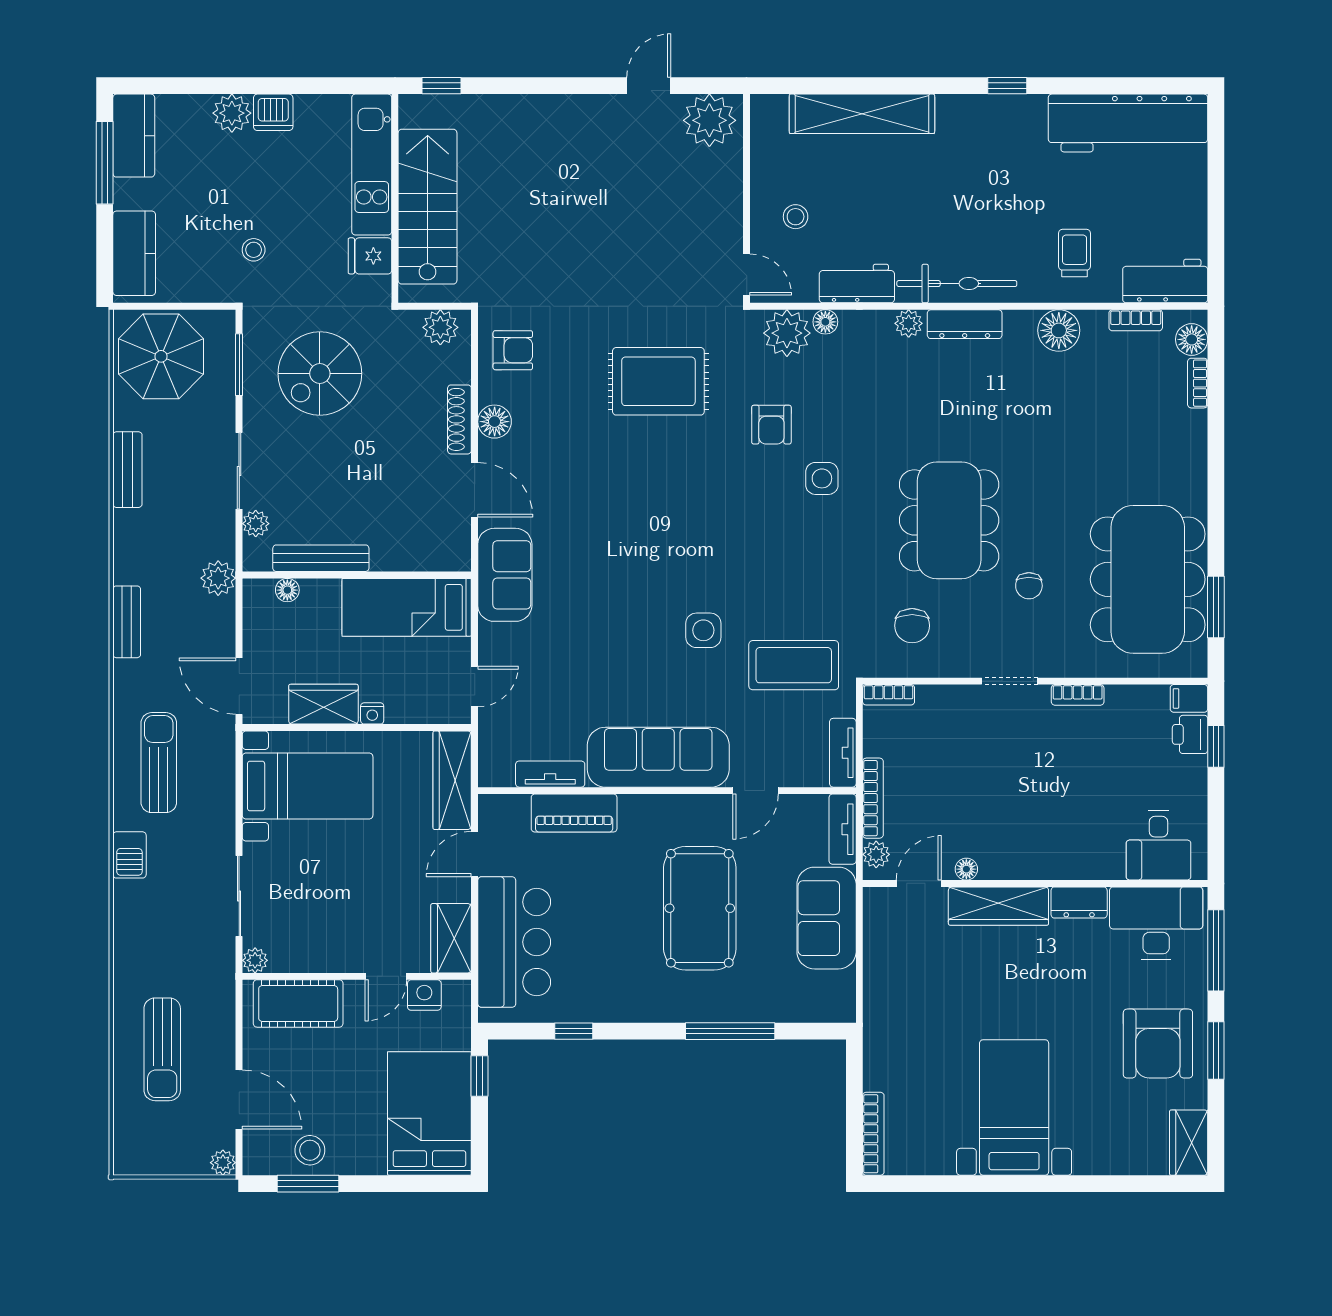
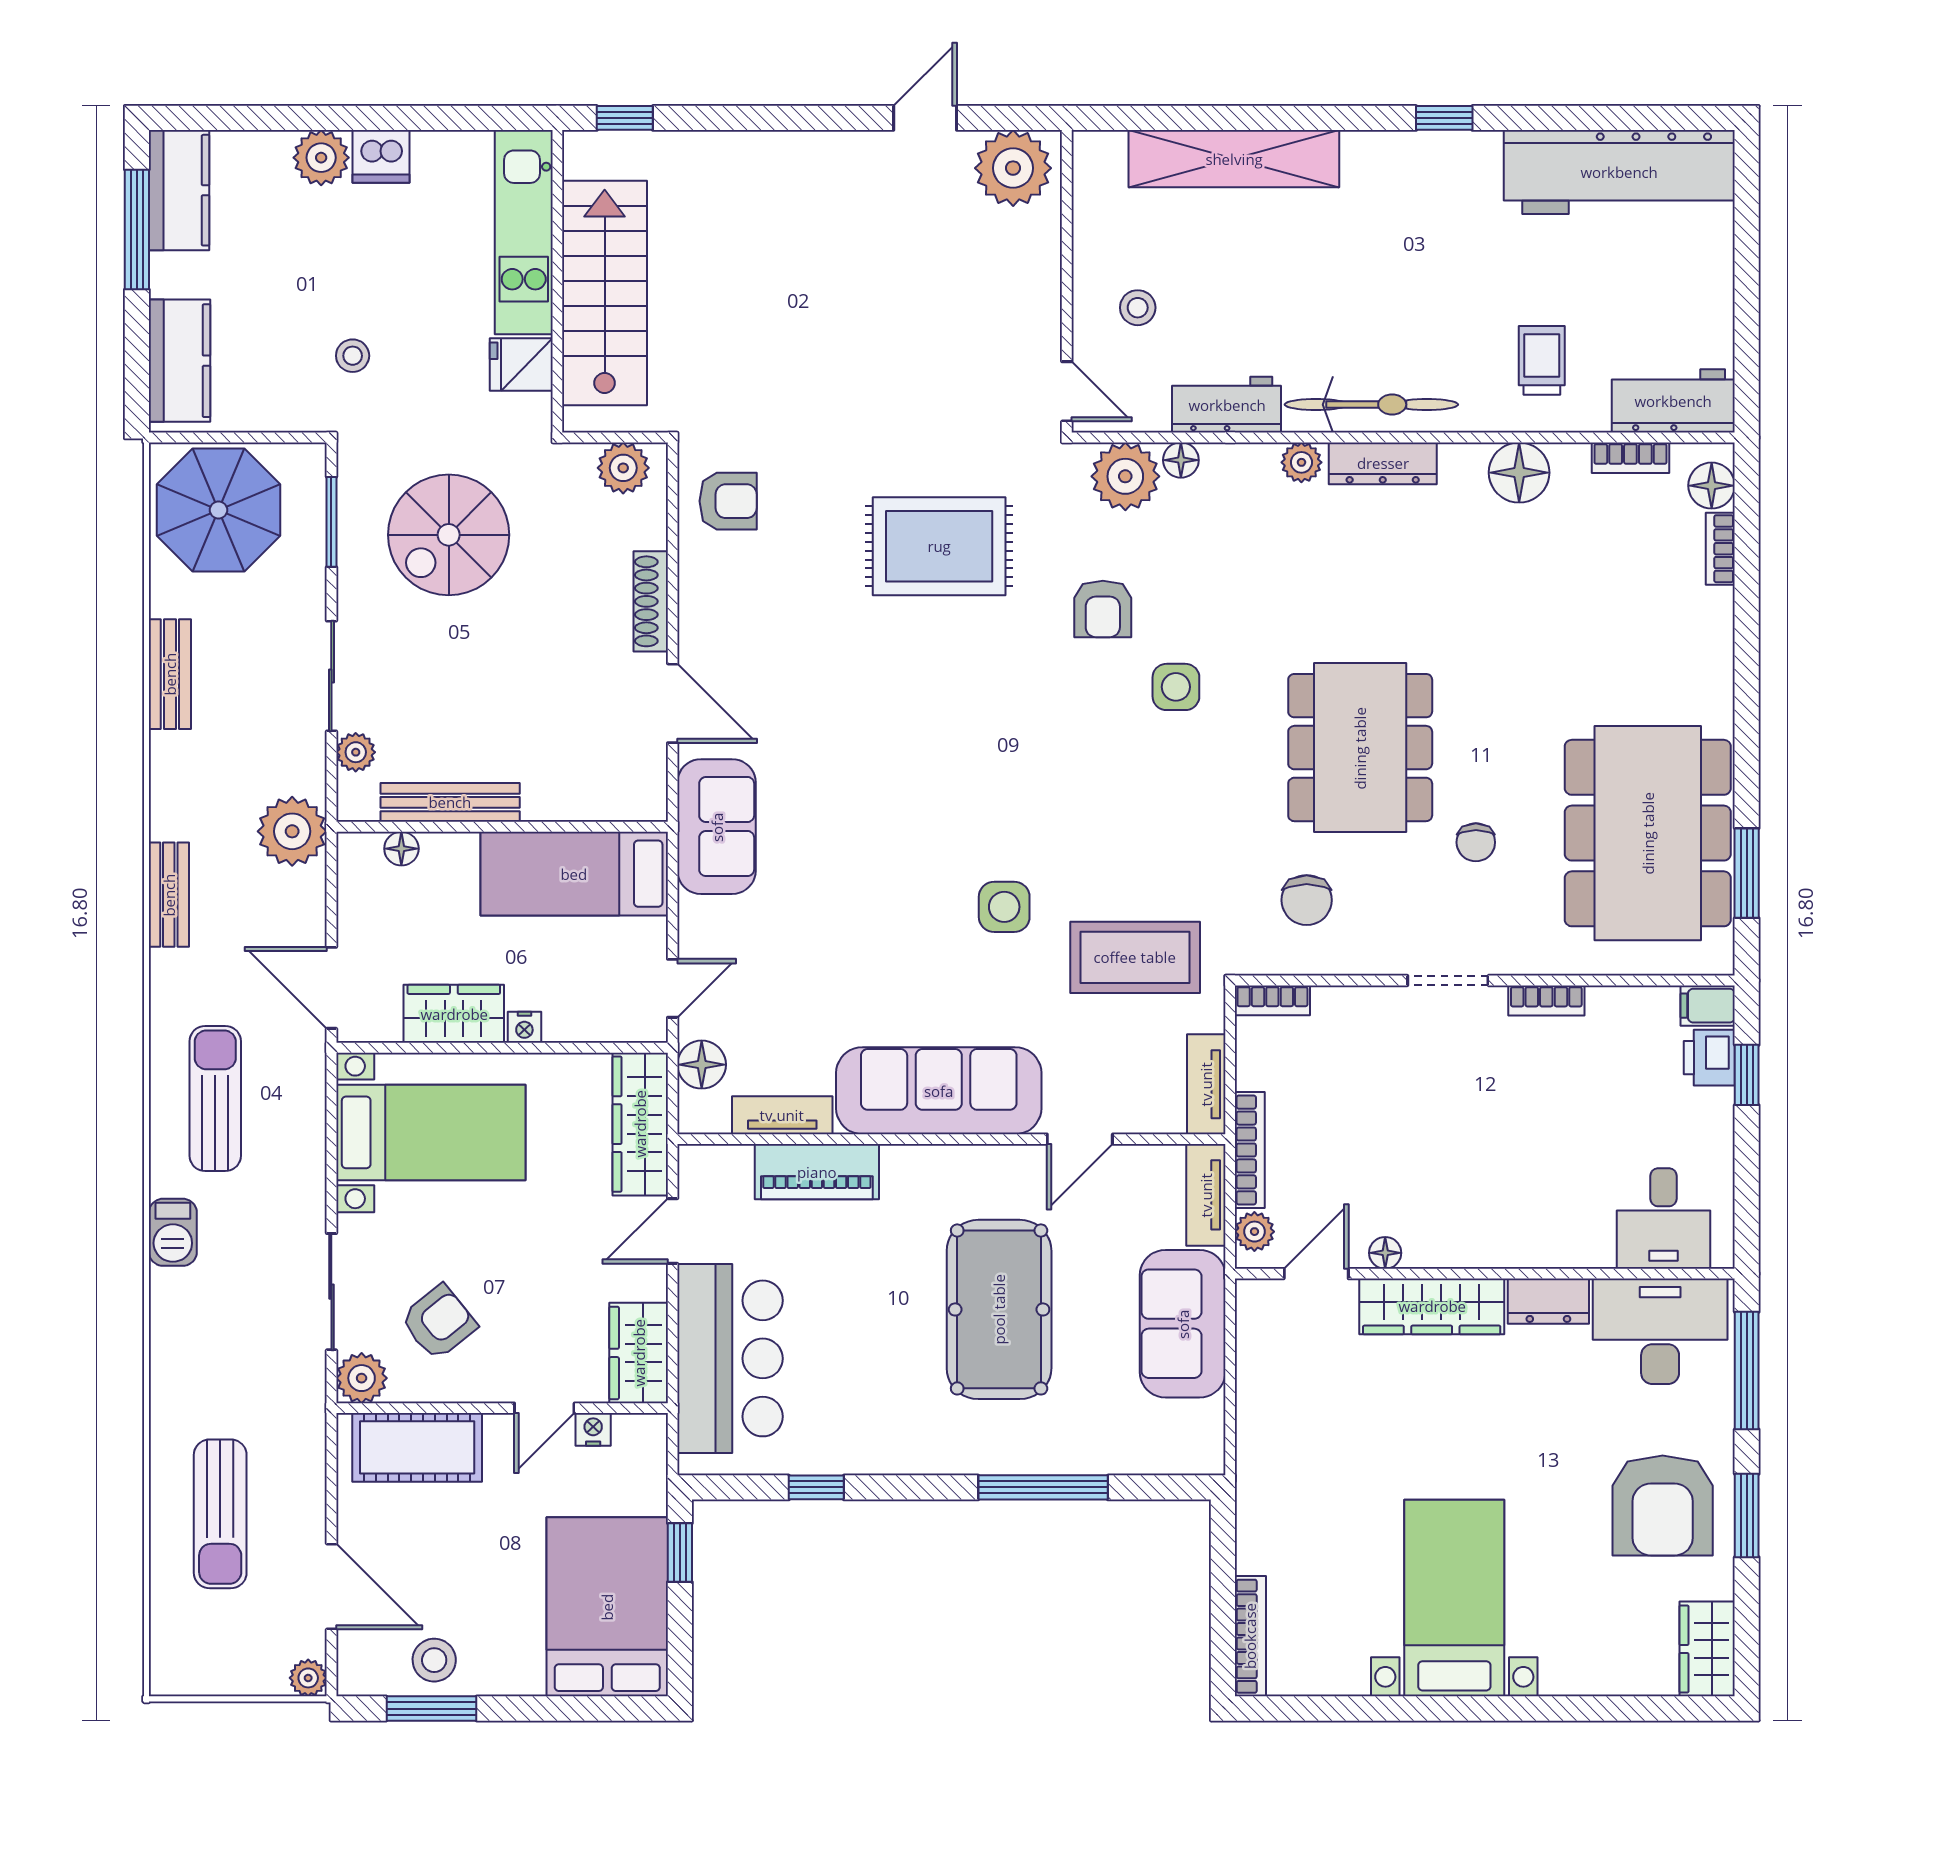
floor lamp: (495, 422) -> (702, 1065), moved
plant: (218, 578) -> (292, 831), width x1.36, depth x1.36
armchair: (313, 917) -> (439, 1322), added
plant: (255, 960) -> (362, 1378), width x1.38, depth x1.38
nightstand: (424, 995) -> (593, 1429), width x0.72, depth x0.74

